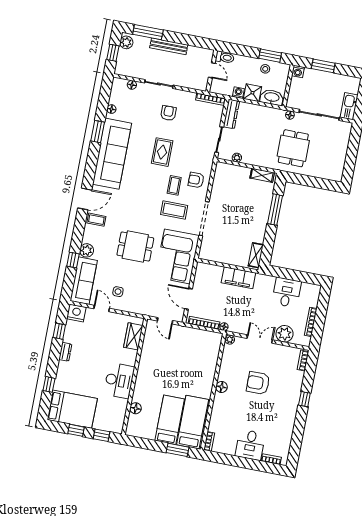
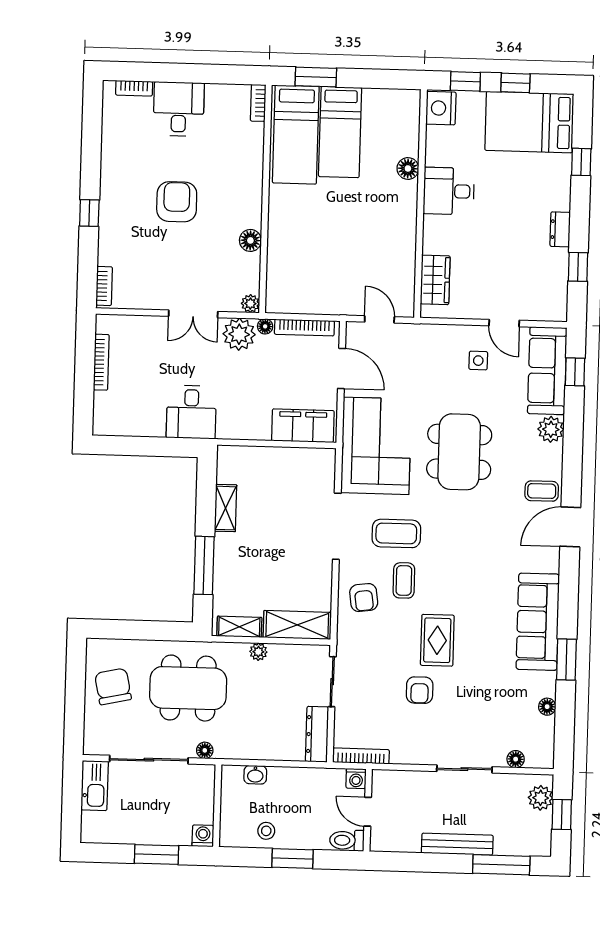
plant: (126, 42) -> (541, 798), moved
window: (270, 56) -> (293, 858), moved
washing machine: (238, 93) -> (356, 778), moved
shower: (252, 93) -> (283, 781), removed
washbasin: (272, 97) -> (255, 775), width x0.52, depth x0.69
armchair: (168, 113) -> (420, 690), moved
dining table: (293, 148) -> (188, 688), width x1.38
sofa: (112, 154) -> (538, 622), width x0.74, depth x0.79
chair: (332, 155) -> (113, 686), added
plant: (237, 158) -> (258, 652), moved
shelving: (232, 171) -> (297, 625), added
armchair: (196, 180) -> (364, 598), turned 82
dining table: (135, 247) -> (459, 452), width x1.38
shelving: (256, 255) -> (226, 508), moved
window: (73, 260) -> (575, 372), moved
filing cabinet: (238, 278) -> (303, 426), moved
desk: (287, 292) -> (191, 412), moved
nightstand: (76, 313) -> (441, 108), moved, turned 90
plant: (285, 334) -> (239, 334), moved
desk: (119, 381) -> (449, 191), width x0.73
armchair: (258, 383) -> (177, 202), moved, turned -90
floor lamp: (222, 387) -> (250, 240), moved
floor lamp: (136, 408) -> (408, 168), moved

